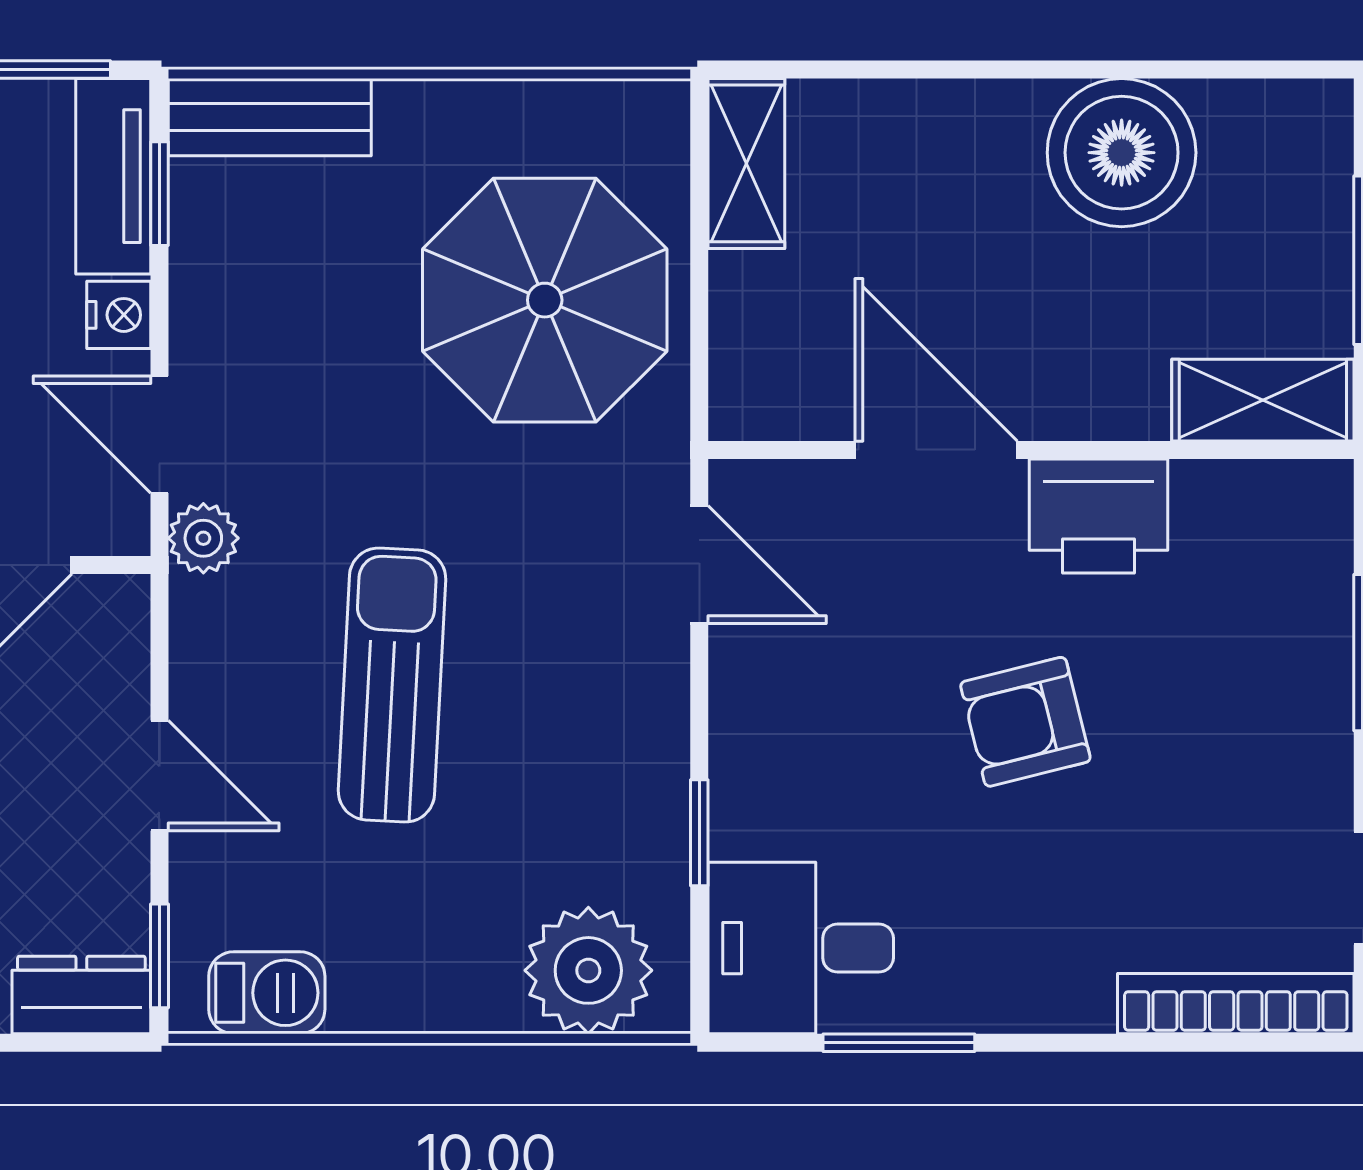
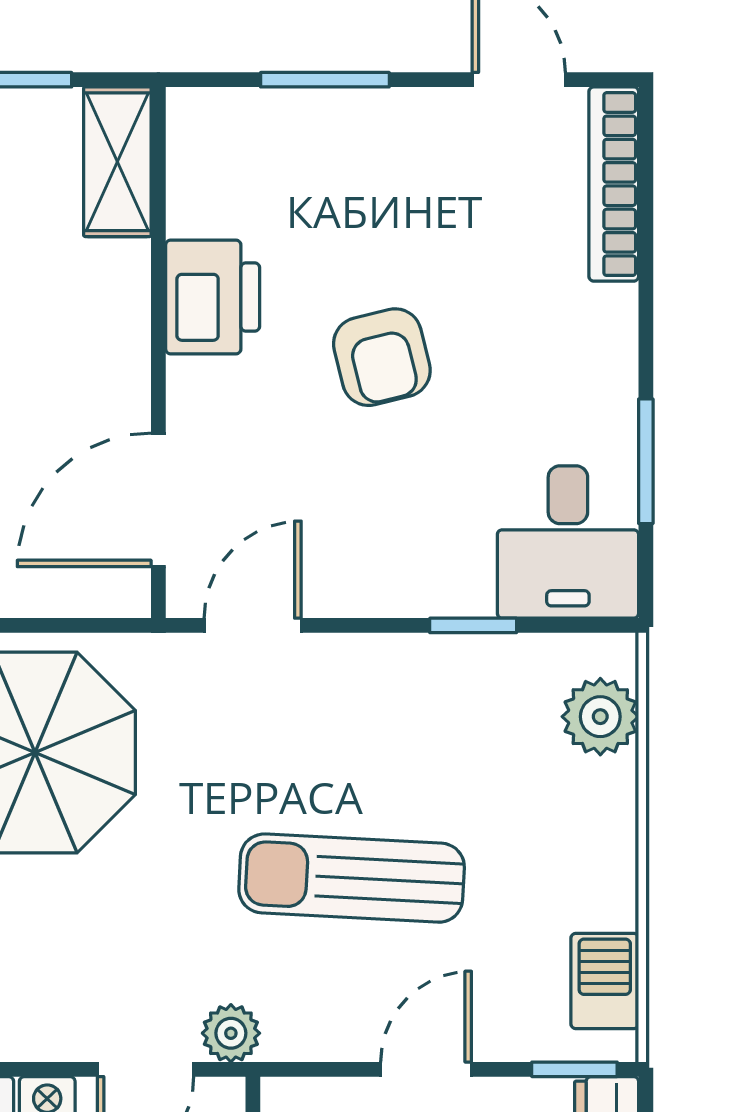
door: (936, 450) -> (158, 500), moved
plant: (588, 970) -> (600, 717), width x0.73, depth x0.73

